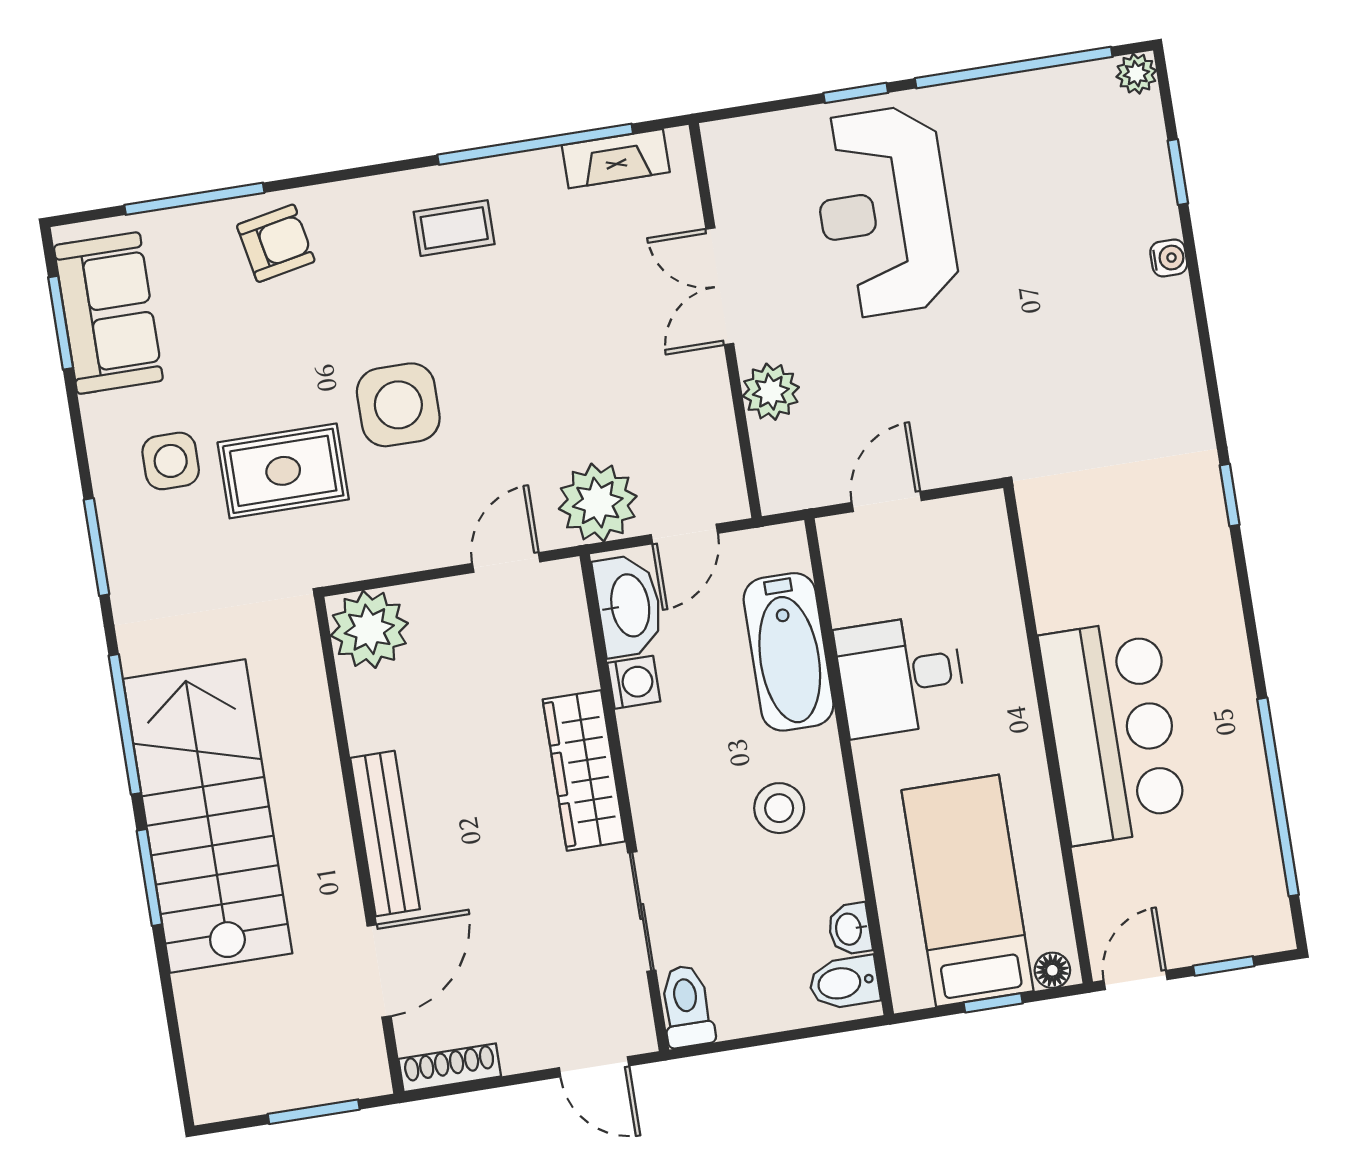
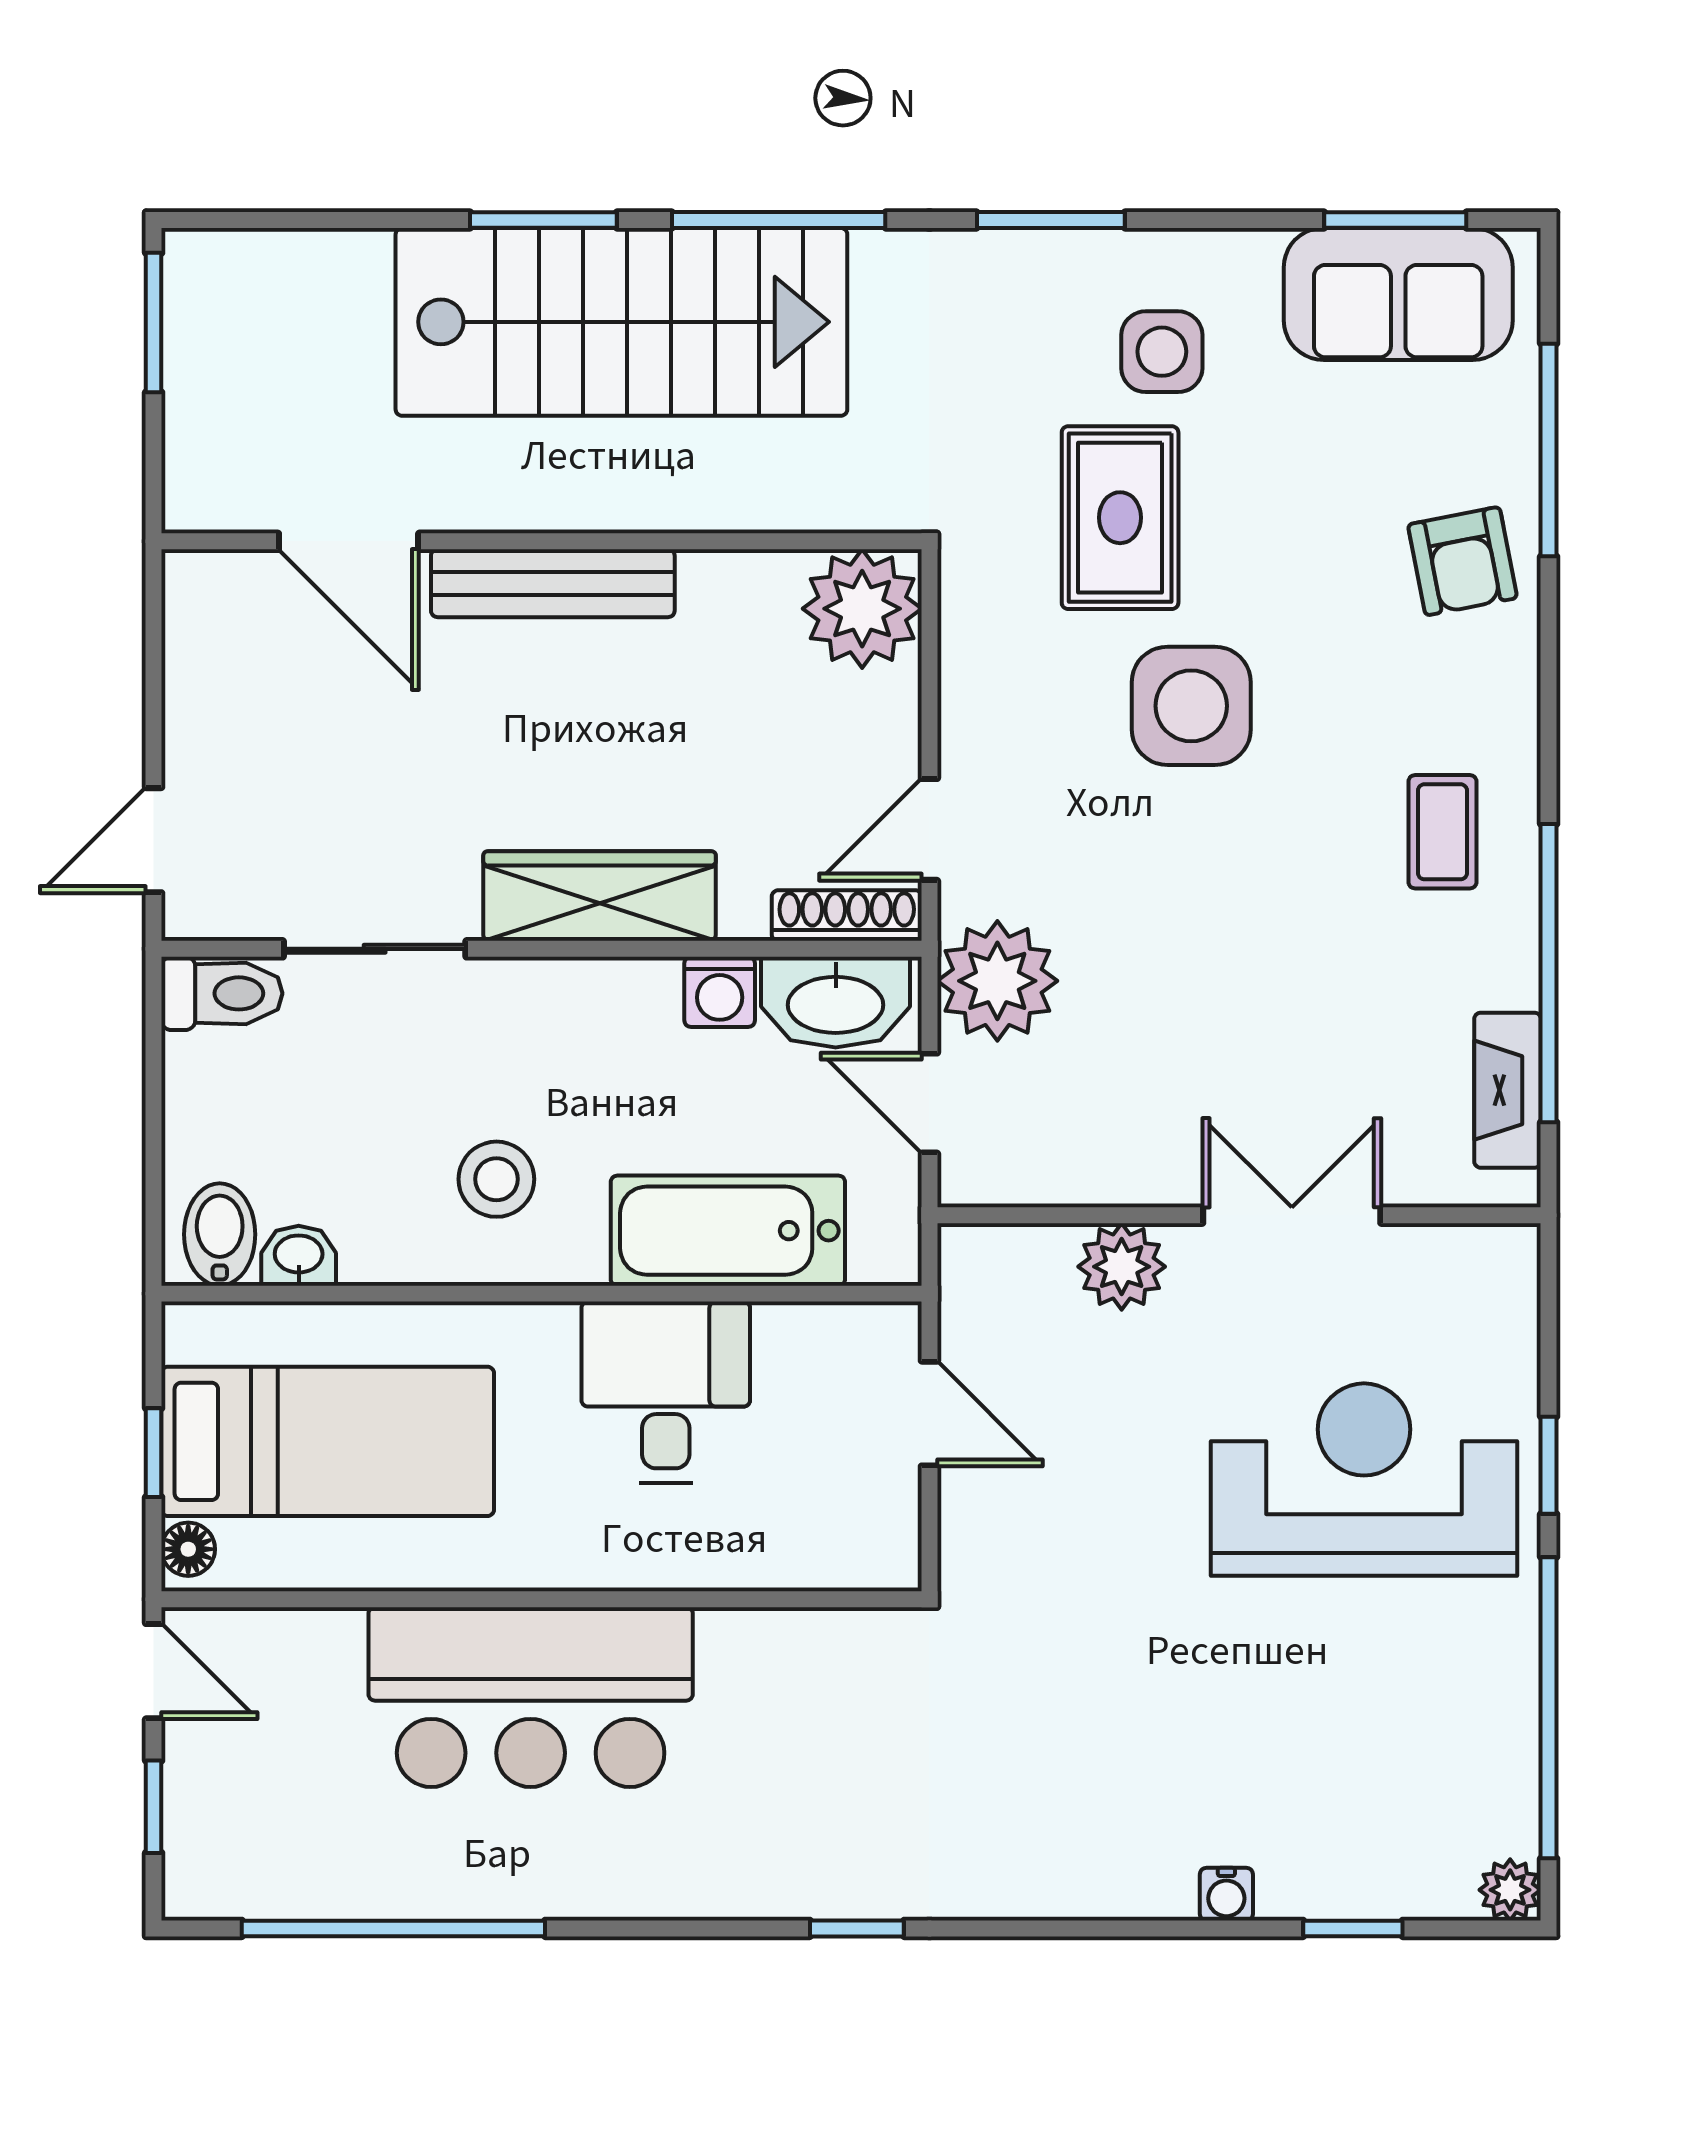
door: (506, 563) -> (929, 829), swing flipped
shoe rack: (450, 1068) -> (847, 916), moved, turned -90
window: (314, 1112) -> (154, 323), moved

